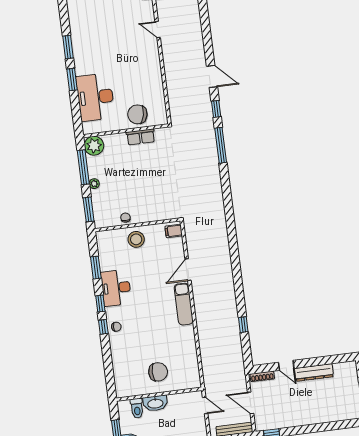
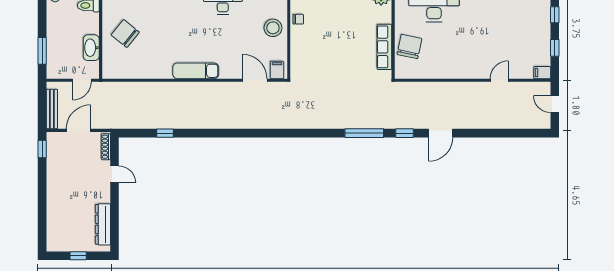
row of seats: (141, 137) -> (384, 47), width x1.48
door: (188, 270) -> (255, 80), moved
door: (286, 365) -> (115, 174), swing flipped
chair: (158, 372) -> (125, 33), turned 129
dresser: (314, 373) -> (103, 224), moved
washbasin: (155, 403) -> (91, 48), moved

